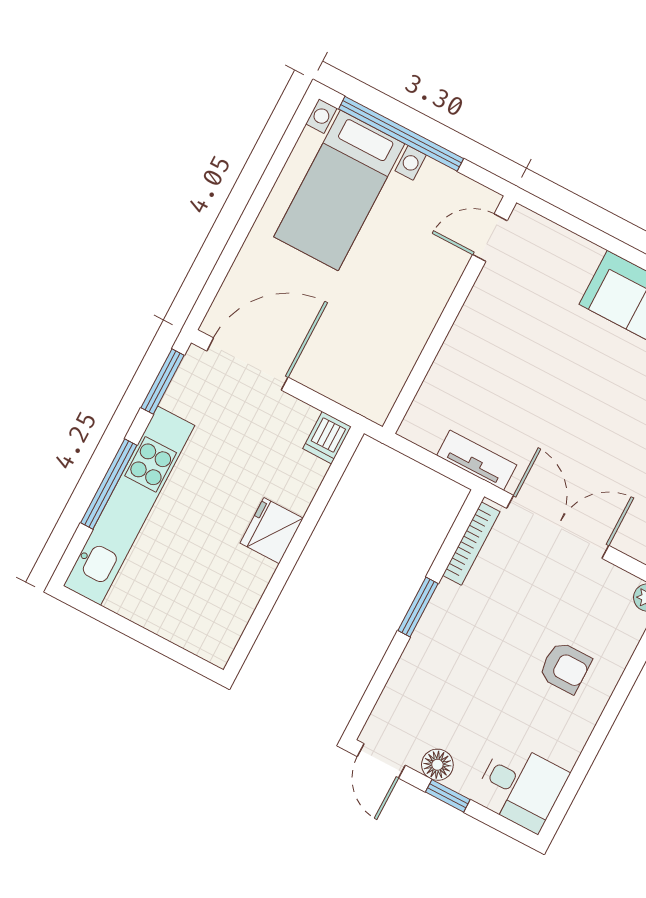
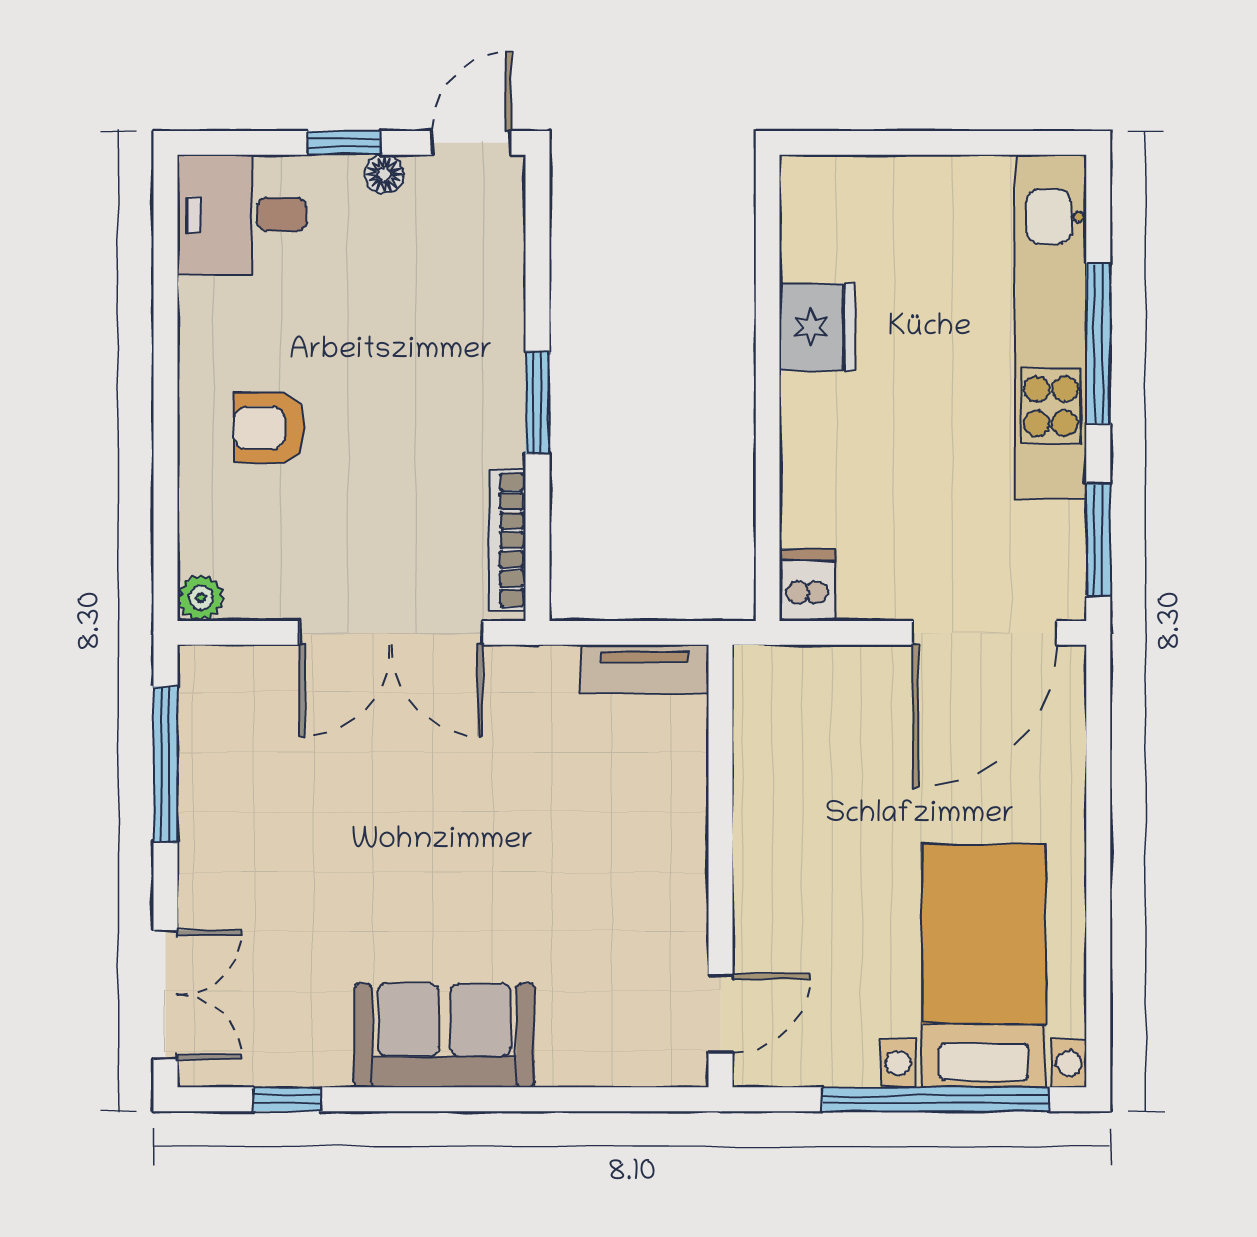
tv unit: (477, 460) -> (645, 669), moved
fridge: (272, 531) -> (817, 327), moved
door: (381, 761) -> (471, 143), hinge flipped
floor lamp: (437, 765) -> (384, 174), width x0.73, depth x0.73

